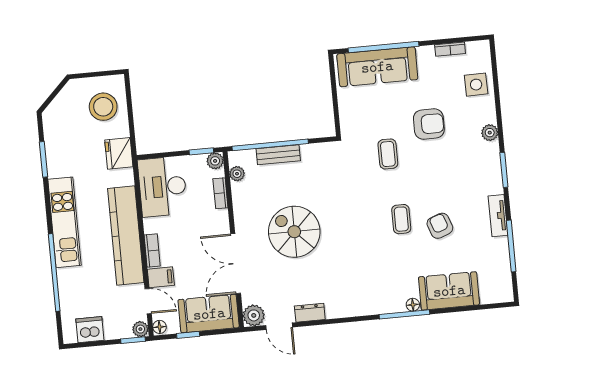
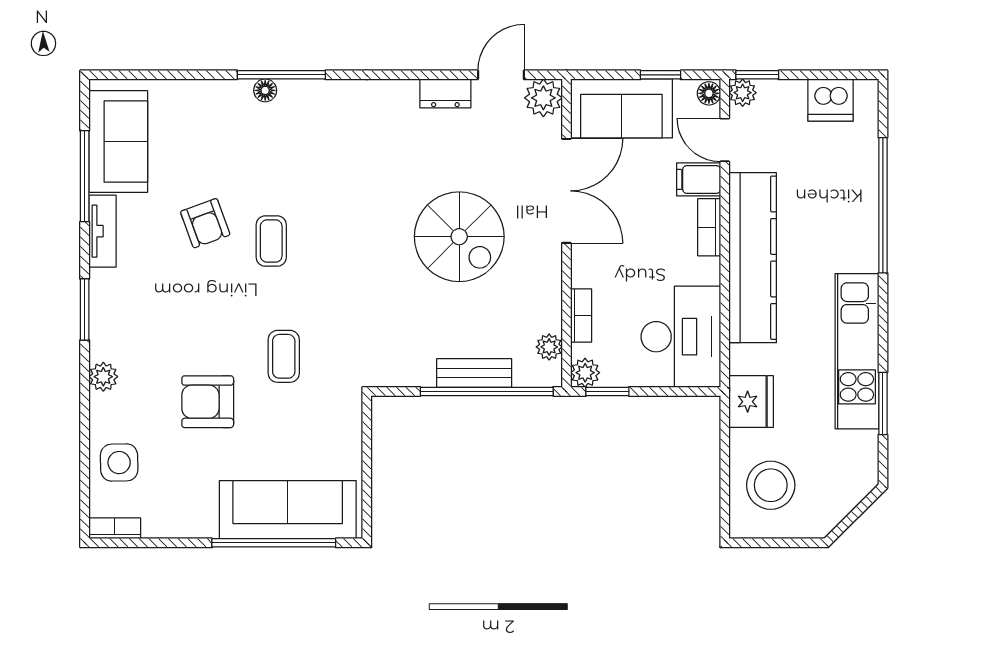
bookcase: (450, 49) -> (115, 528), moved
kitchen unit: (64, 222) -> (857, 351), moved
sofa: (449, 291) -> (118, 142), moved, turned -90
door: (279, 326) -> (501, 75), hinge flipped

